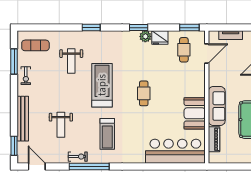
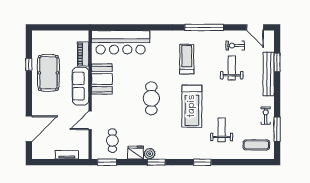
door: (207, 54) -> (90, 120), moved
cafe table: (144, 93) -> (151, 98), width x1.37, depth x1.35
window: (14, 146) -> (277, 62), moved
exercise bike: (78, 157) -> (235, 46), moved

